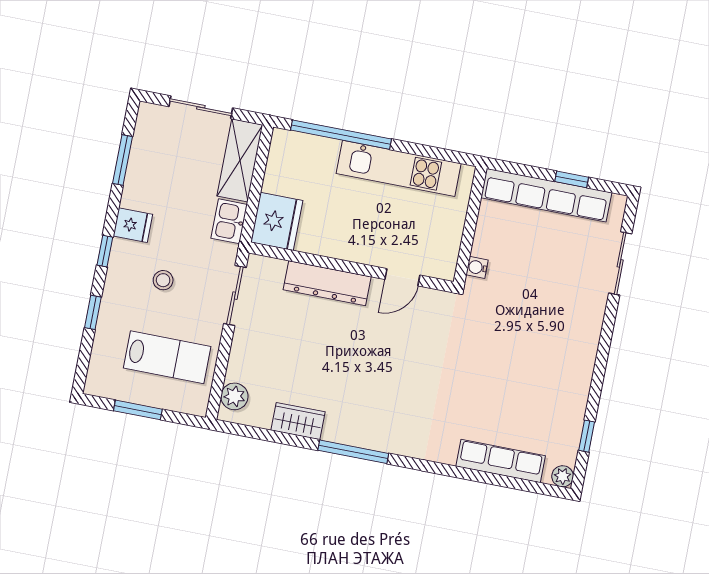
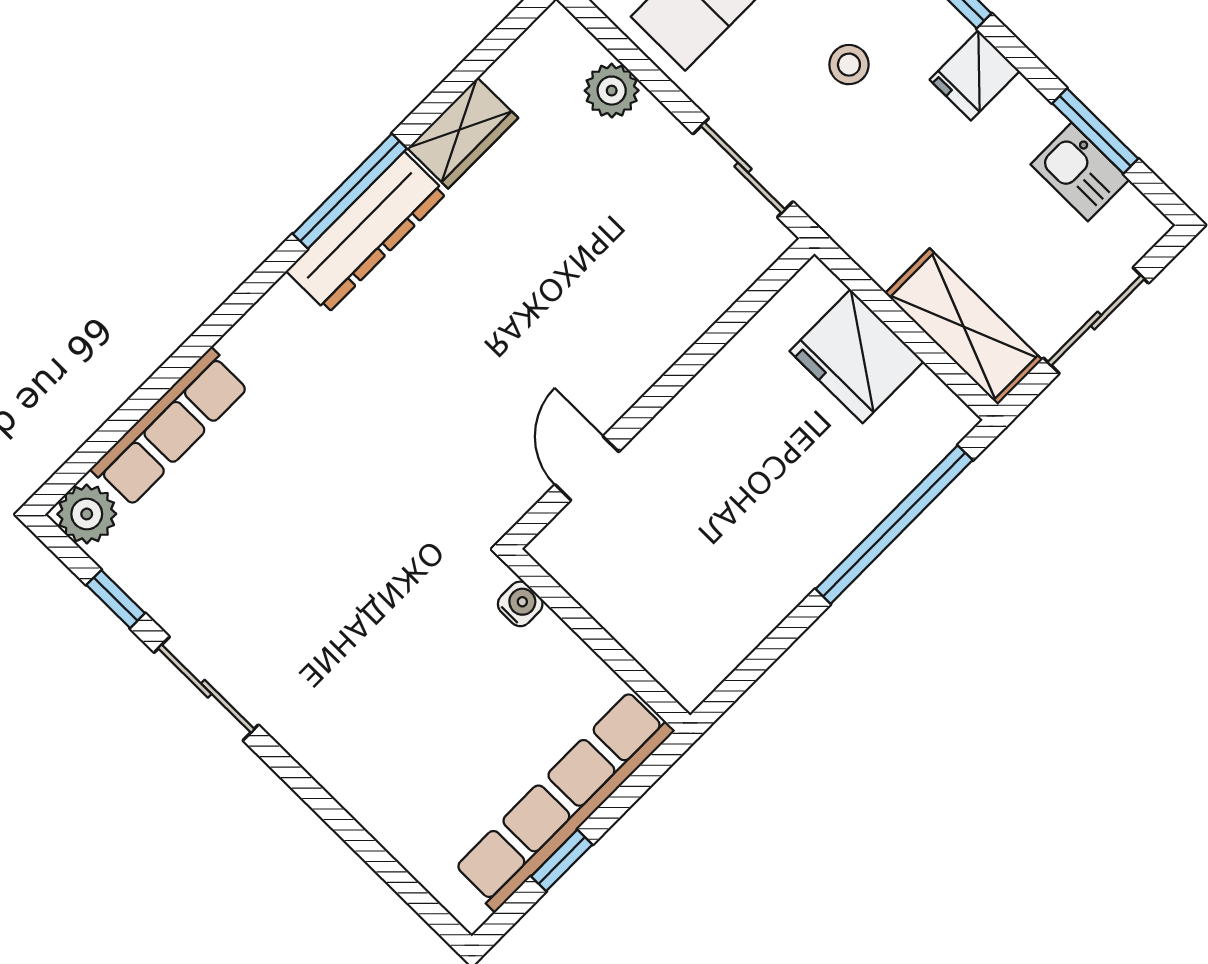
kitchen unit: (399, 168) -> (773, 583), removed
kitchen sink: (229, 221) -> (1080, 172), moved, turned 180
fridge: (277, 221) -> (857, 356), moved
sliding door: (620, 263) -> (206, 689), moved
dresser: (327, 283) -> (366, 232), moved, turned 180
plant: (234, 396) -> (612, 91), moved
plant: (563, 476) -> (87, 514), width x1.38, depth x1.38

